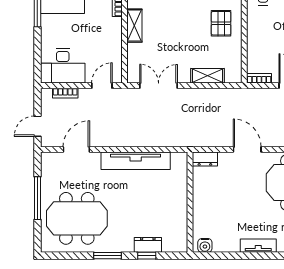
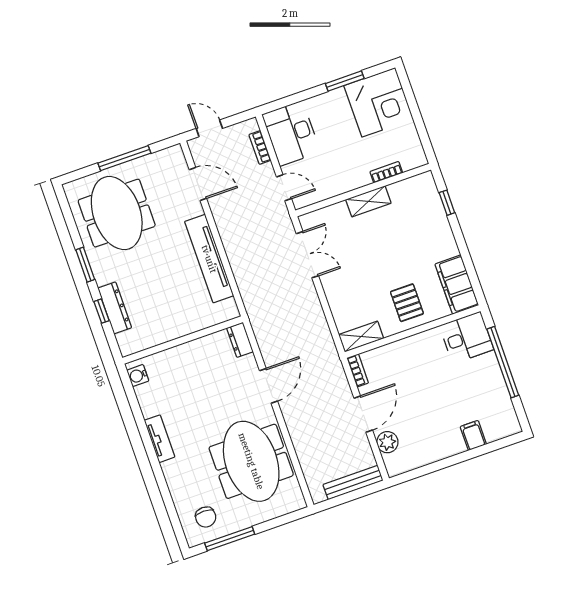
pallet: (221, 23) -> (407, 303), turned 90
shelving: (207, 76) -> (361, 337), moved, turned 90
dresser: (148, 245) -> (115, 308), width x1.44

